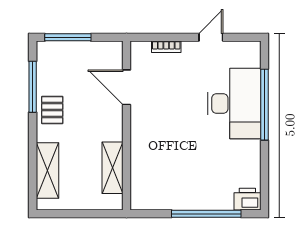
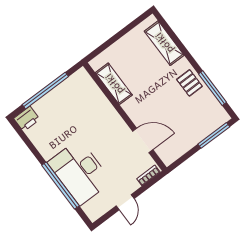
door: (126, 87) -> (143, 140), moved
wall: (126, 125) -> (125, 117), moved
shelving: (112, 168) -> (114, 84), moved

